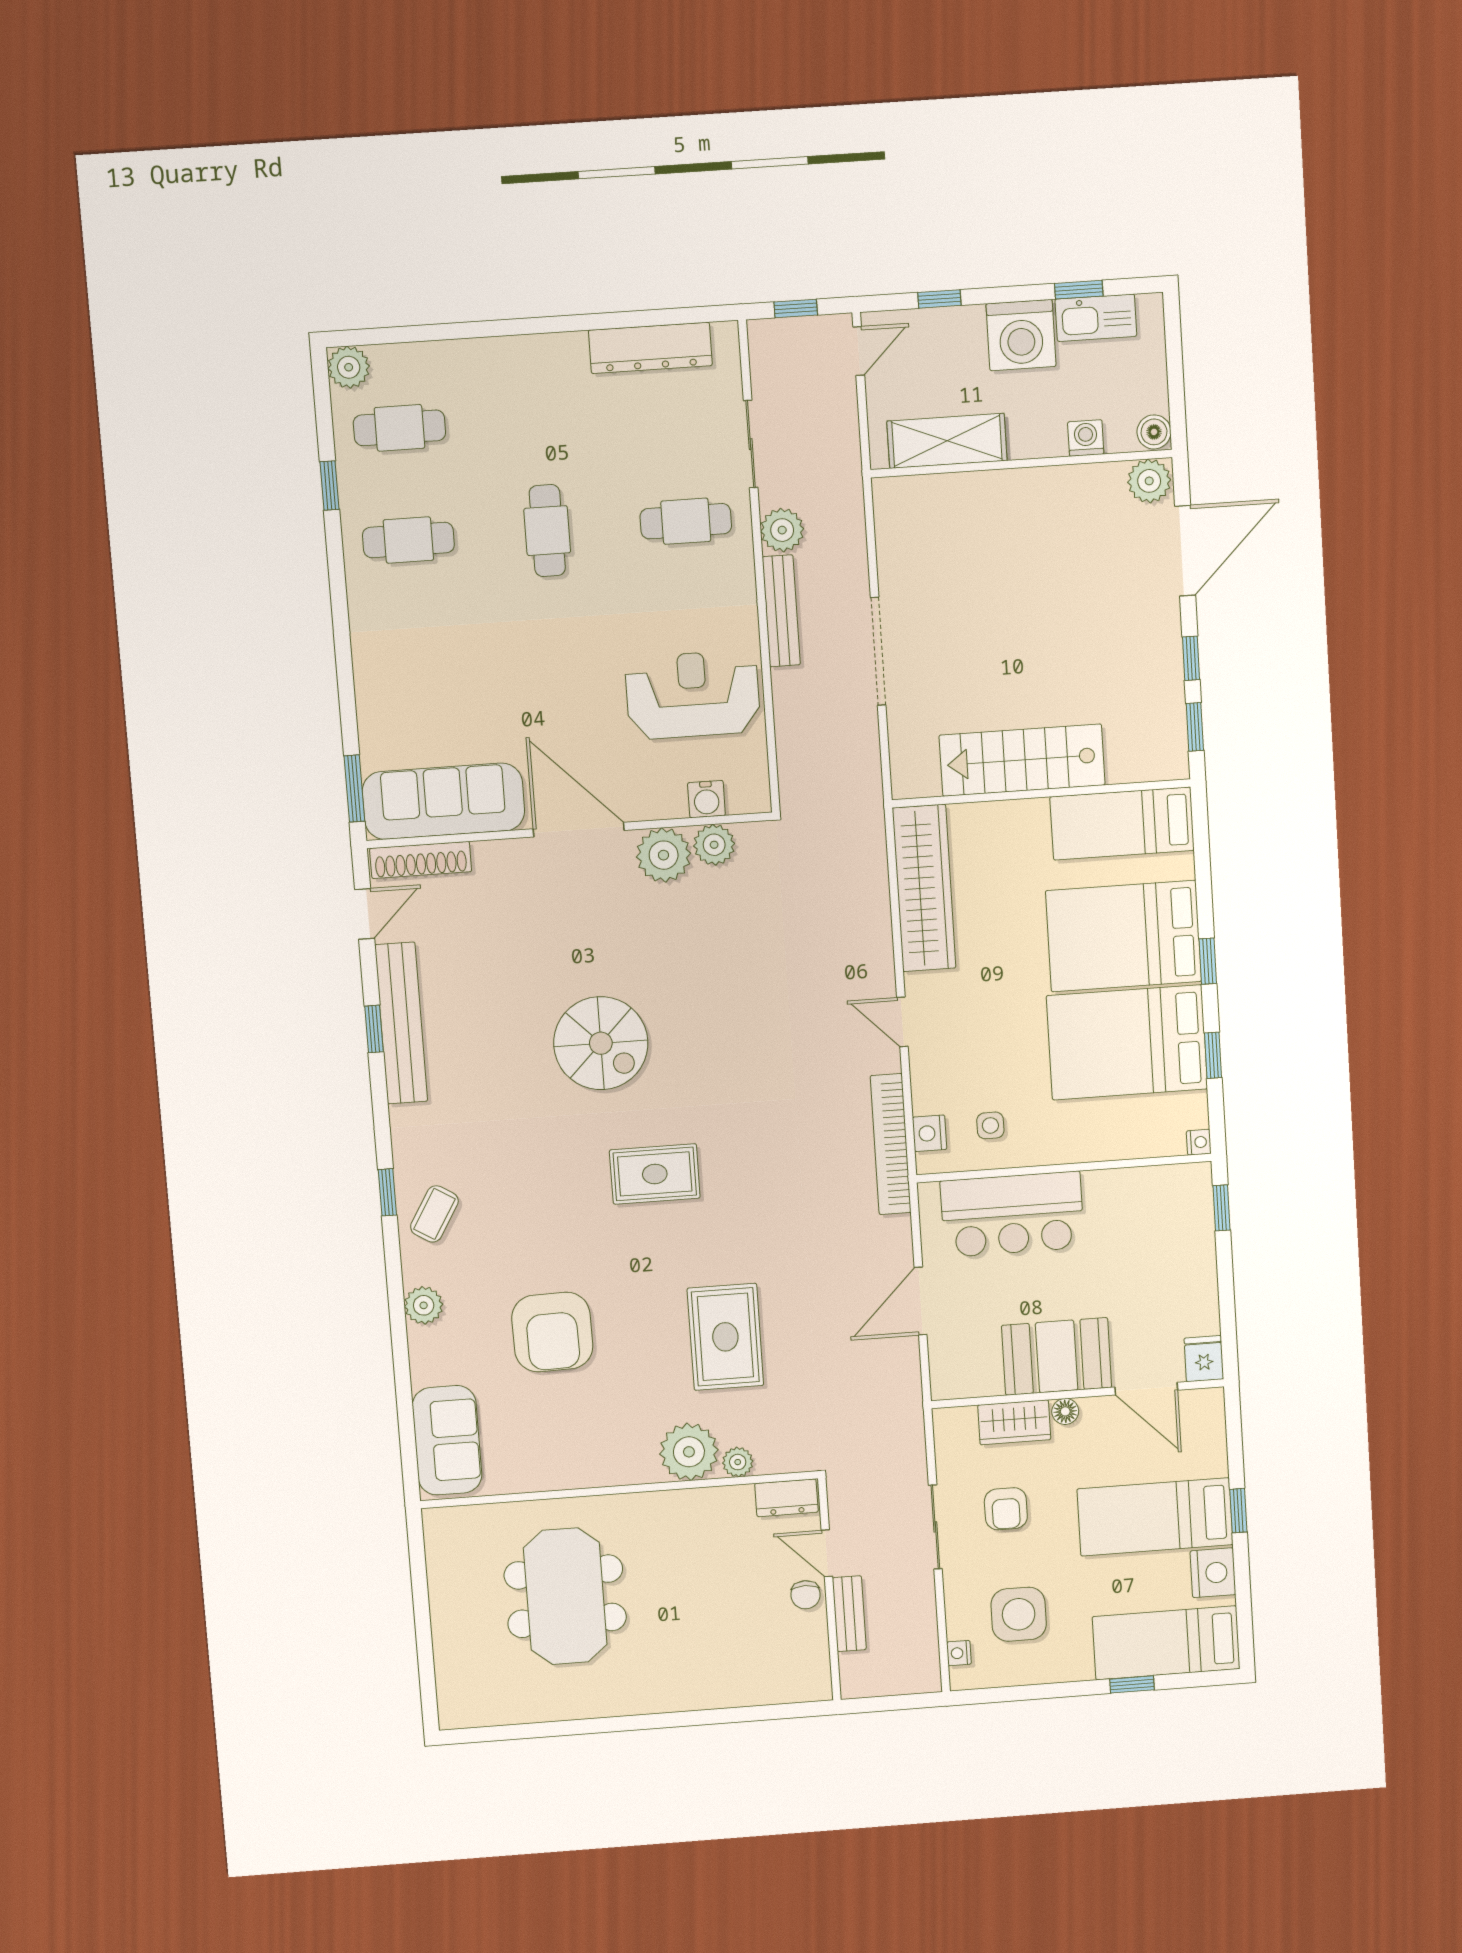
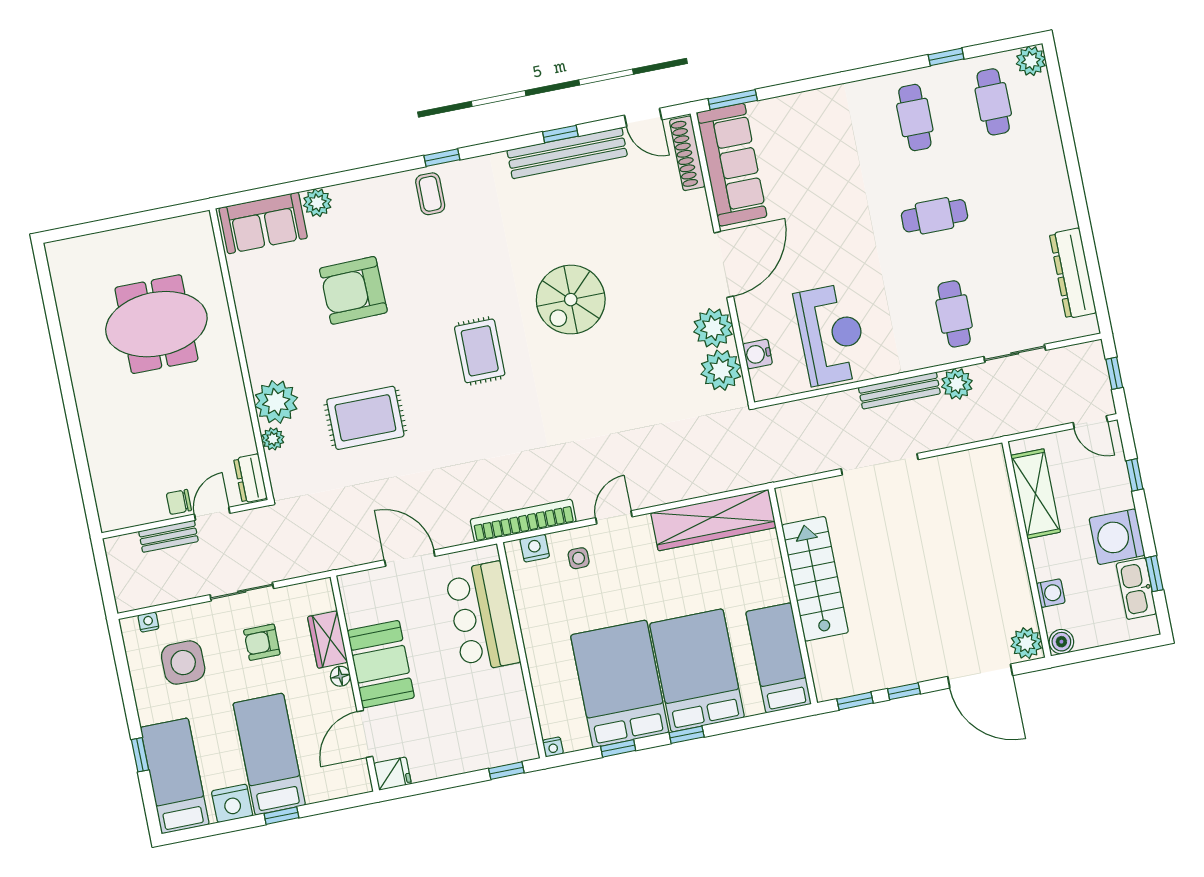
plant: (714, 845) -> (721, 370), width x1.36, depth x1.36
side table: (990, 1125) -> (579, 558), moved
coffee table: (434, 1214) -> (430, 194), turned 59
plant: (424, 1305) -> (317, 203), moved

